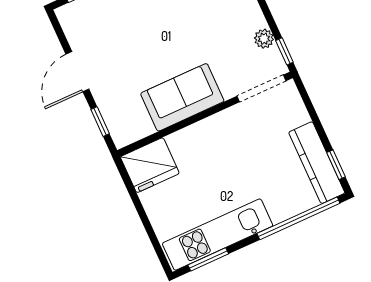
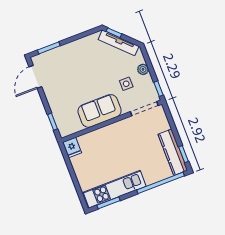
plant: (264, 39) -> (143, 69), moved
side table: (227, 46) -> (126, 84), added
door: (77, 72) -> (35, 77), moved
fridge: (150, 165) -> (72, 147), width x0.53, depth x0.75

